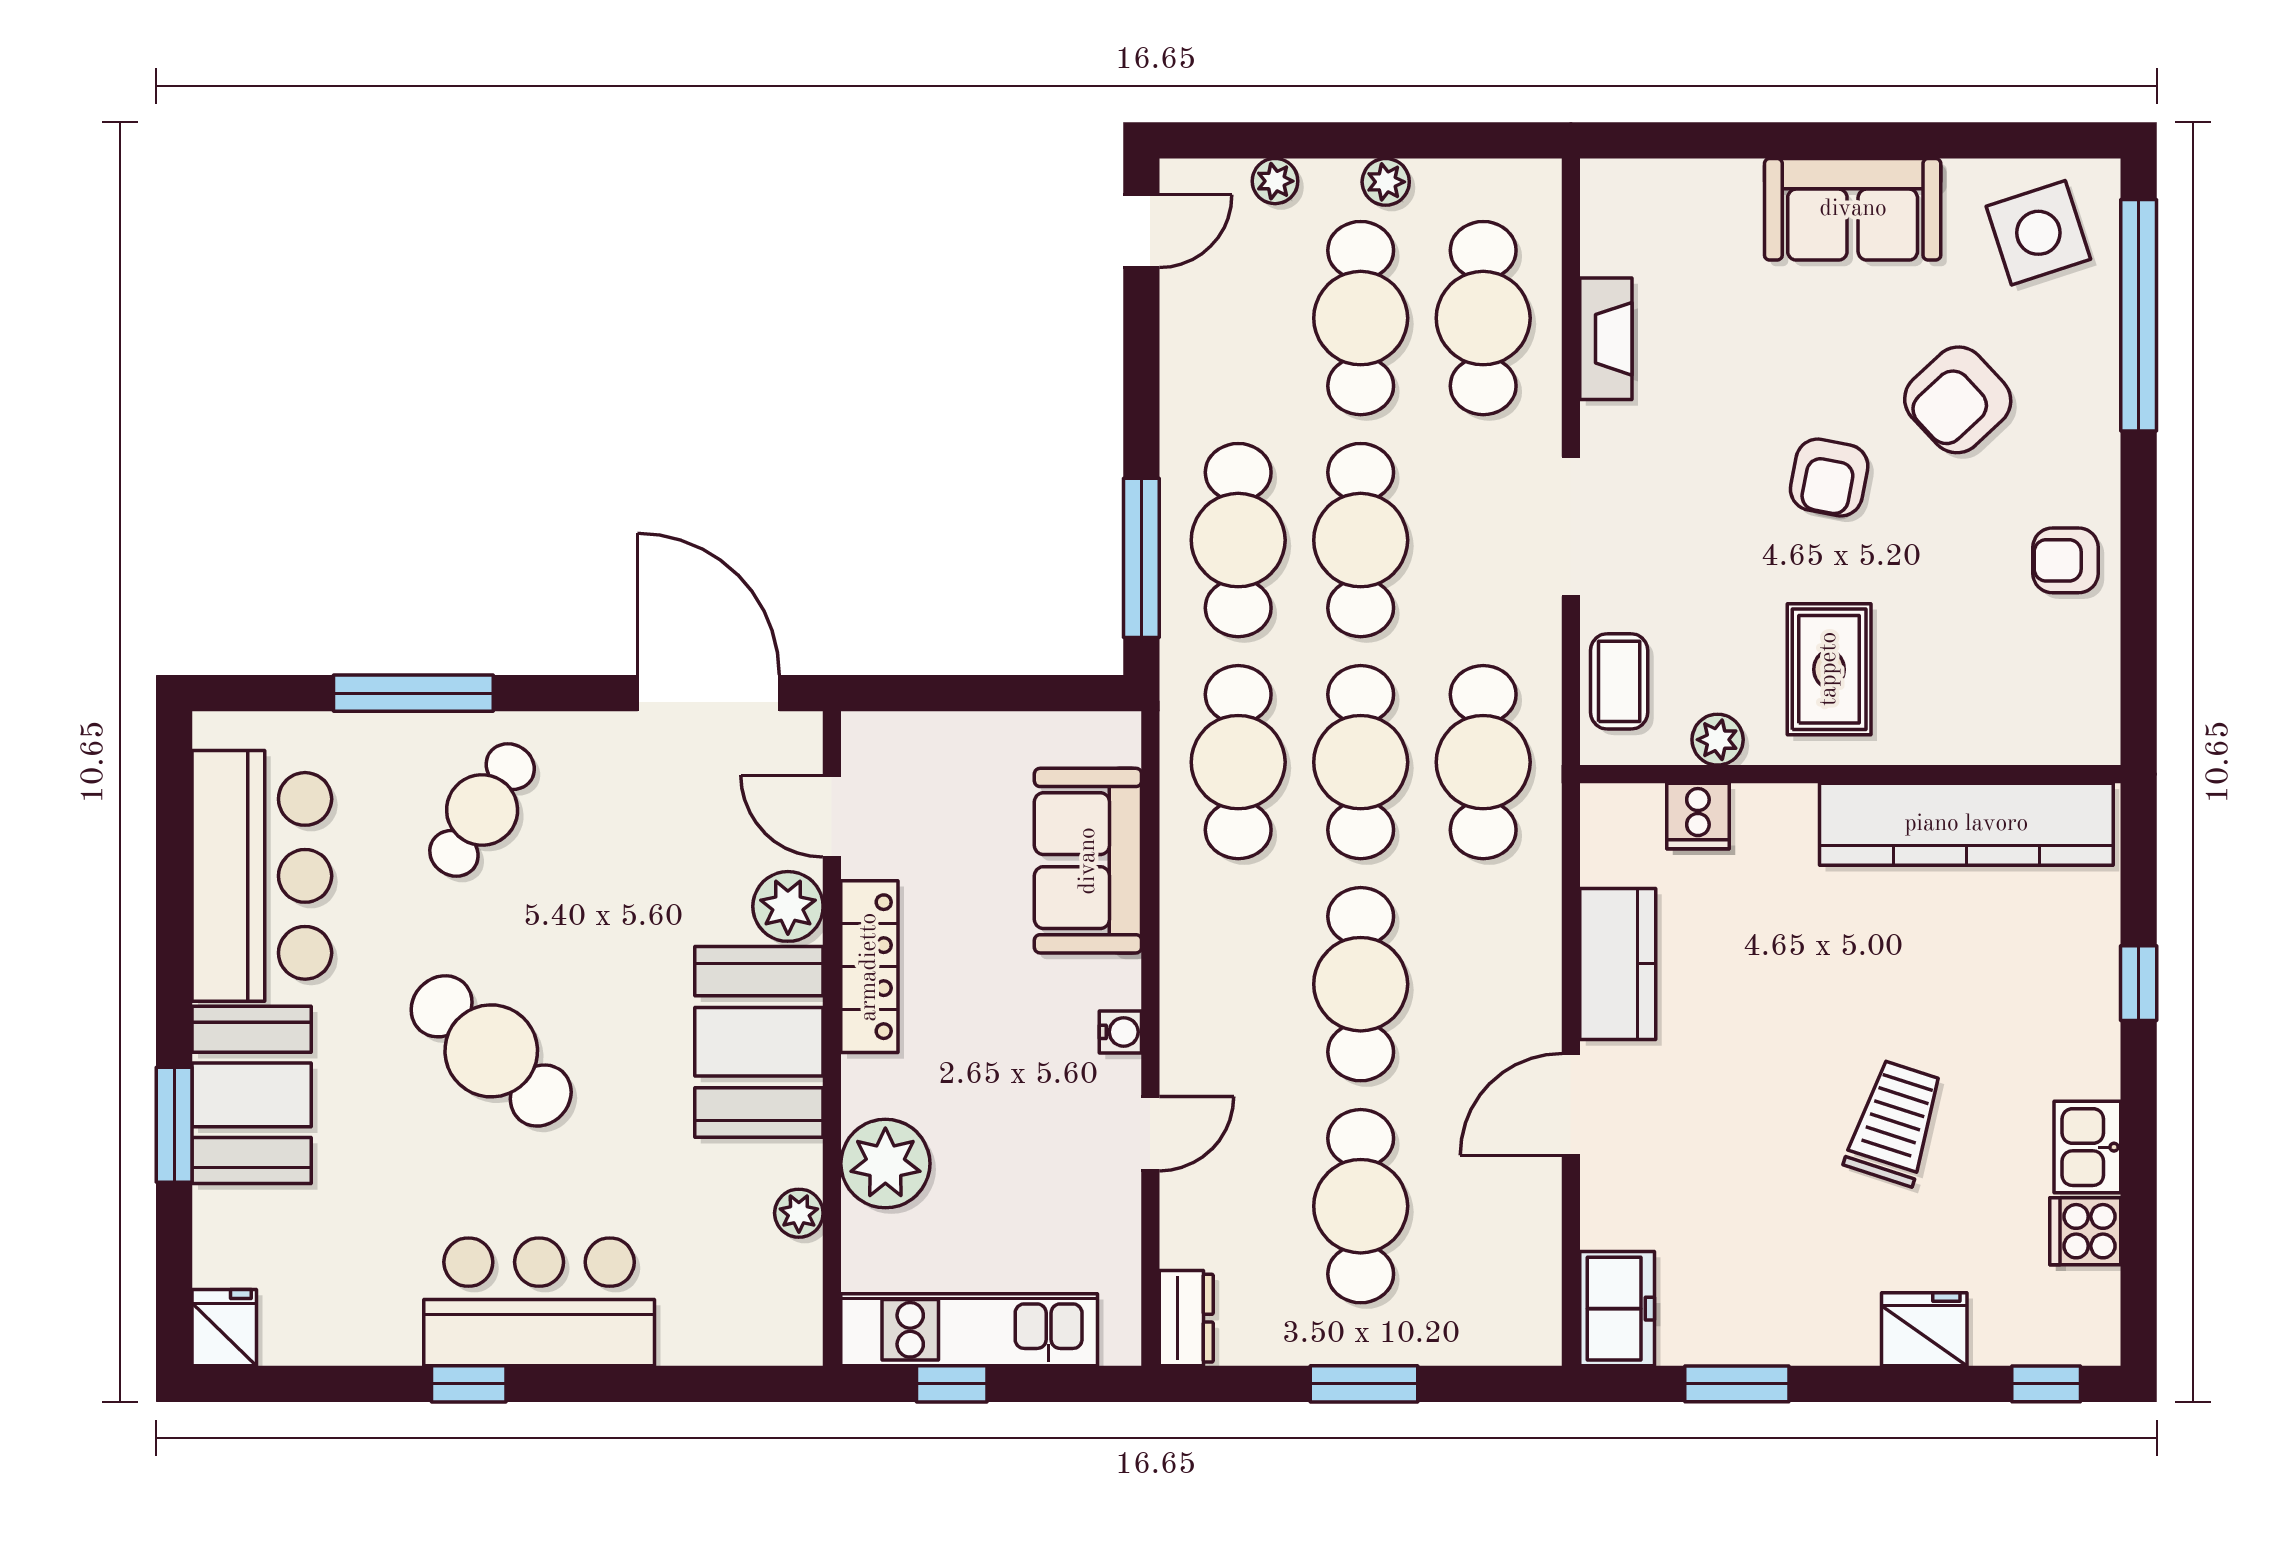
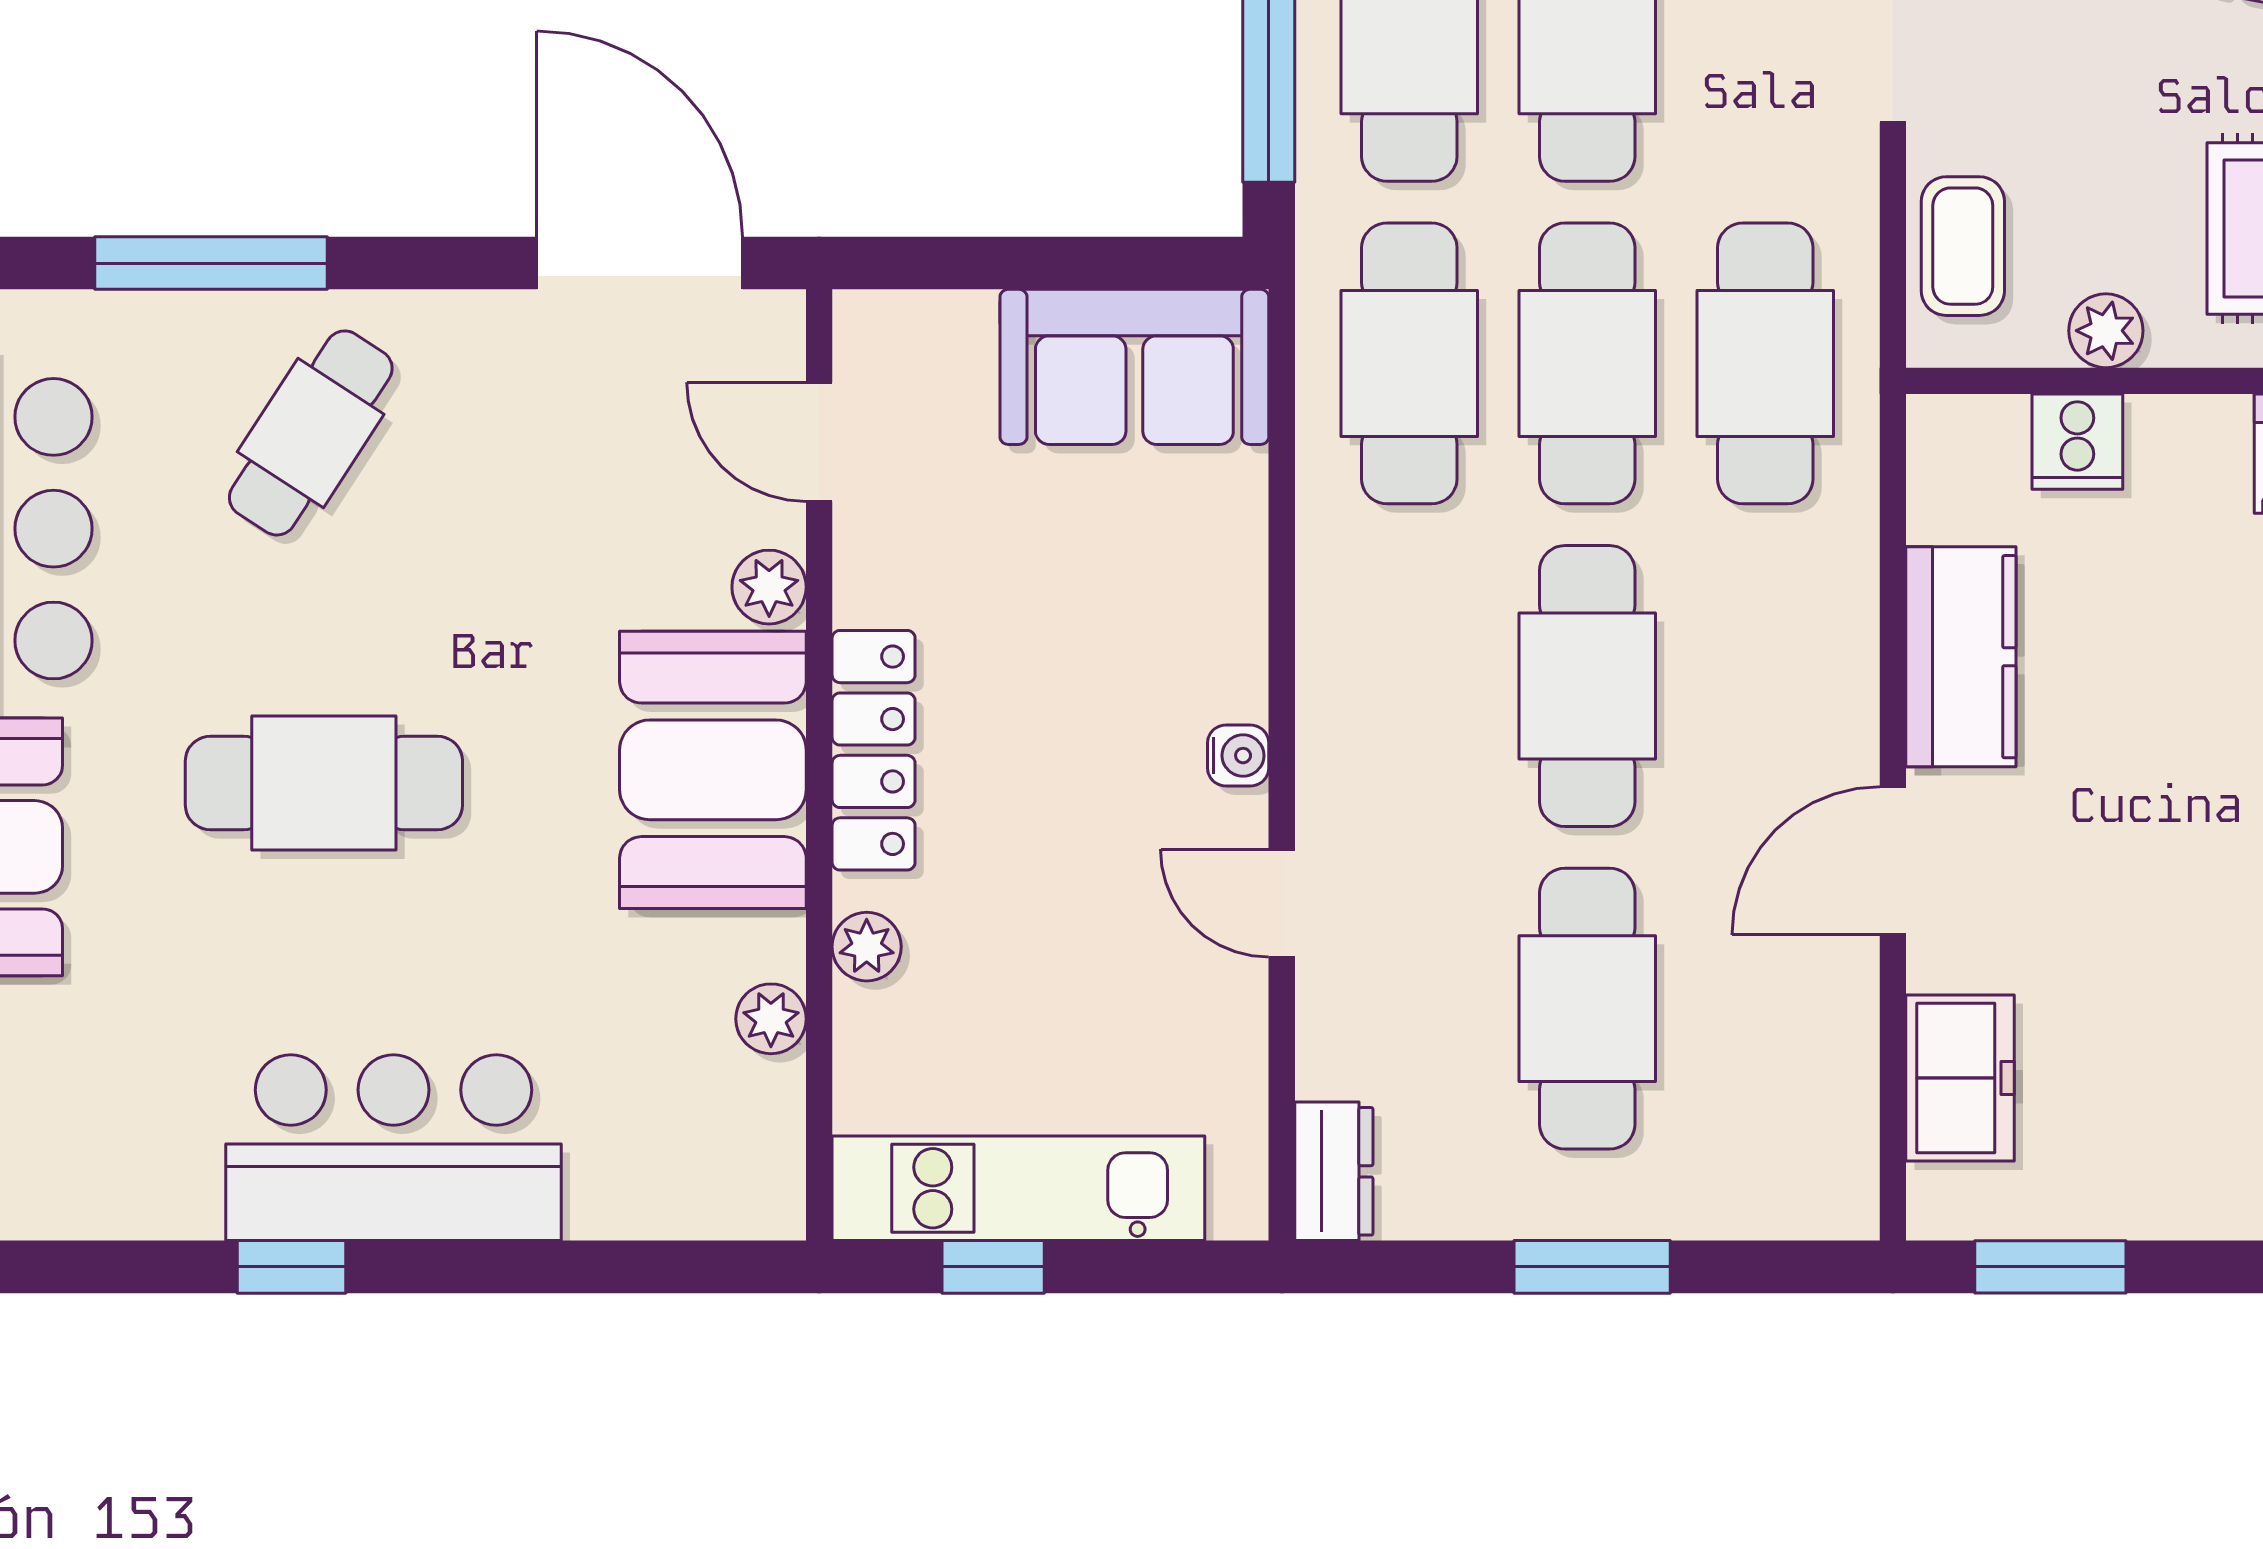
sofa: (1088, 861) -> (1134, 367), moved, turned -90
plant: (788, 906) -> (769, 587), width x0.73, depth x0.73
locker: (869, 967) -> (874, 750), moved
cafe table: (491, 1051) -> (324, 783), turned -42
door: (1150, 1134) -> (1282, 903), swing flipped
plant: (885, 1164) -> (867, 947), width x0.53, depth x0.53
freezer: (1617, 1309) -> (1960, 1078), moved
window: (1737, 1384) -> (2050, 1267), moved

